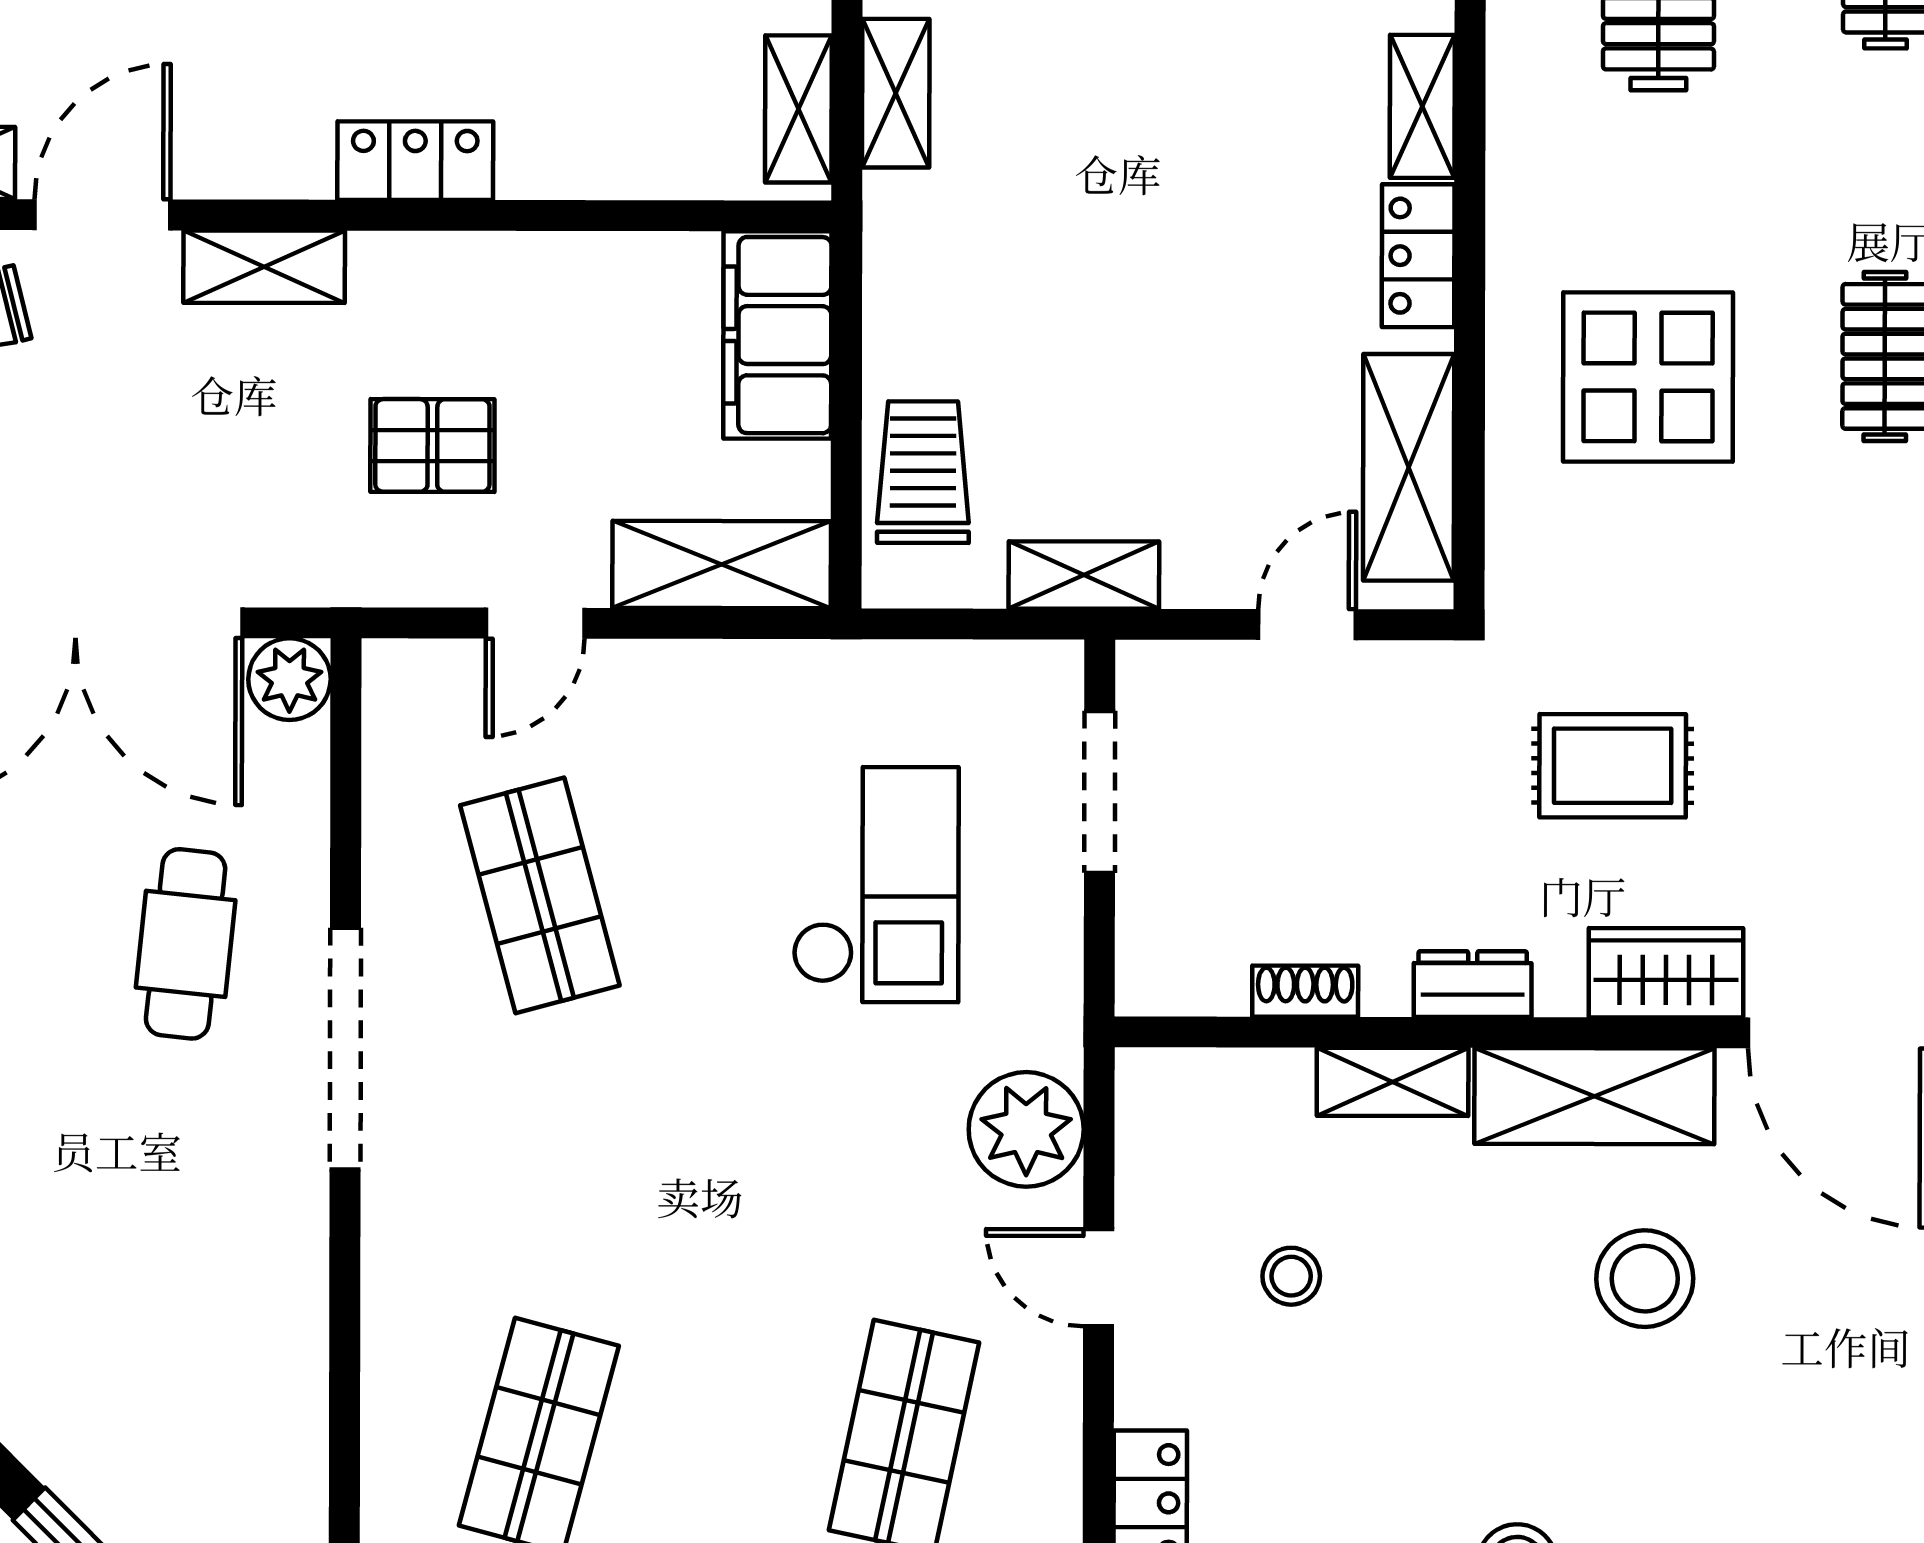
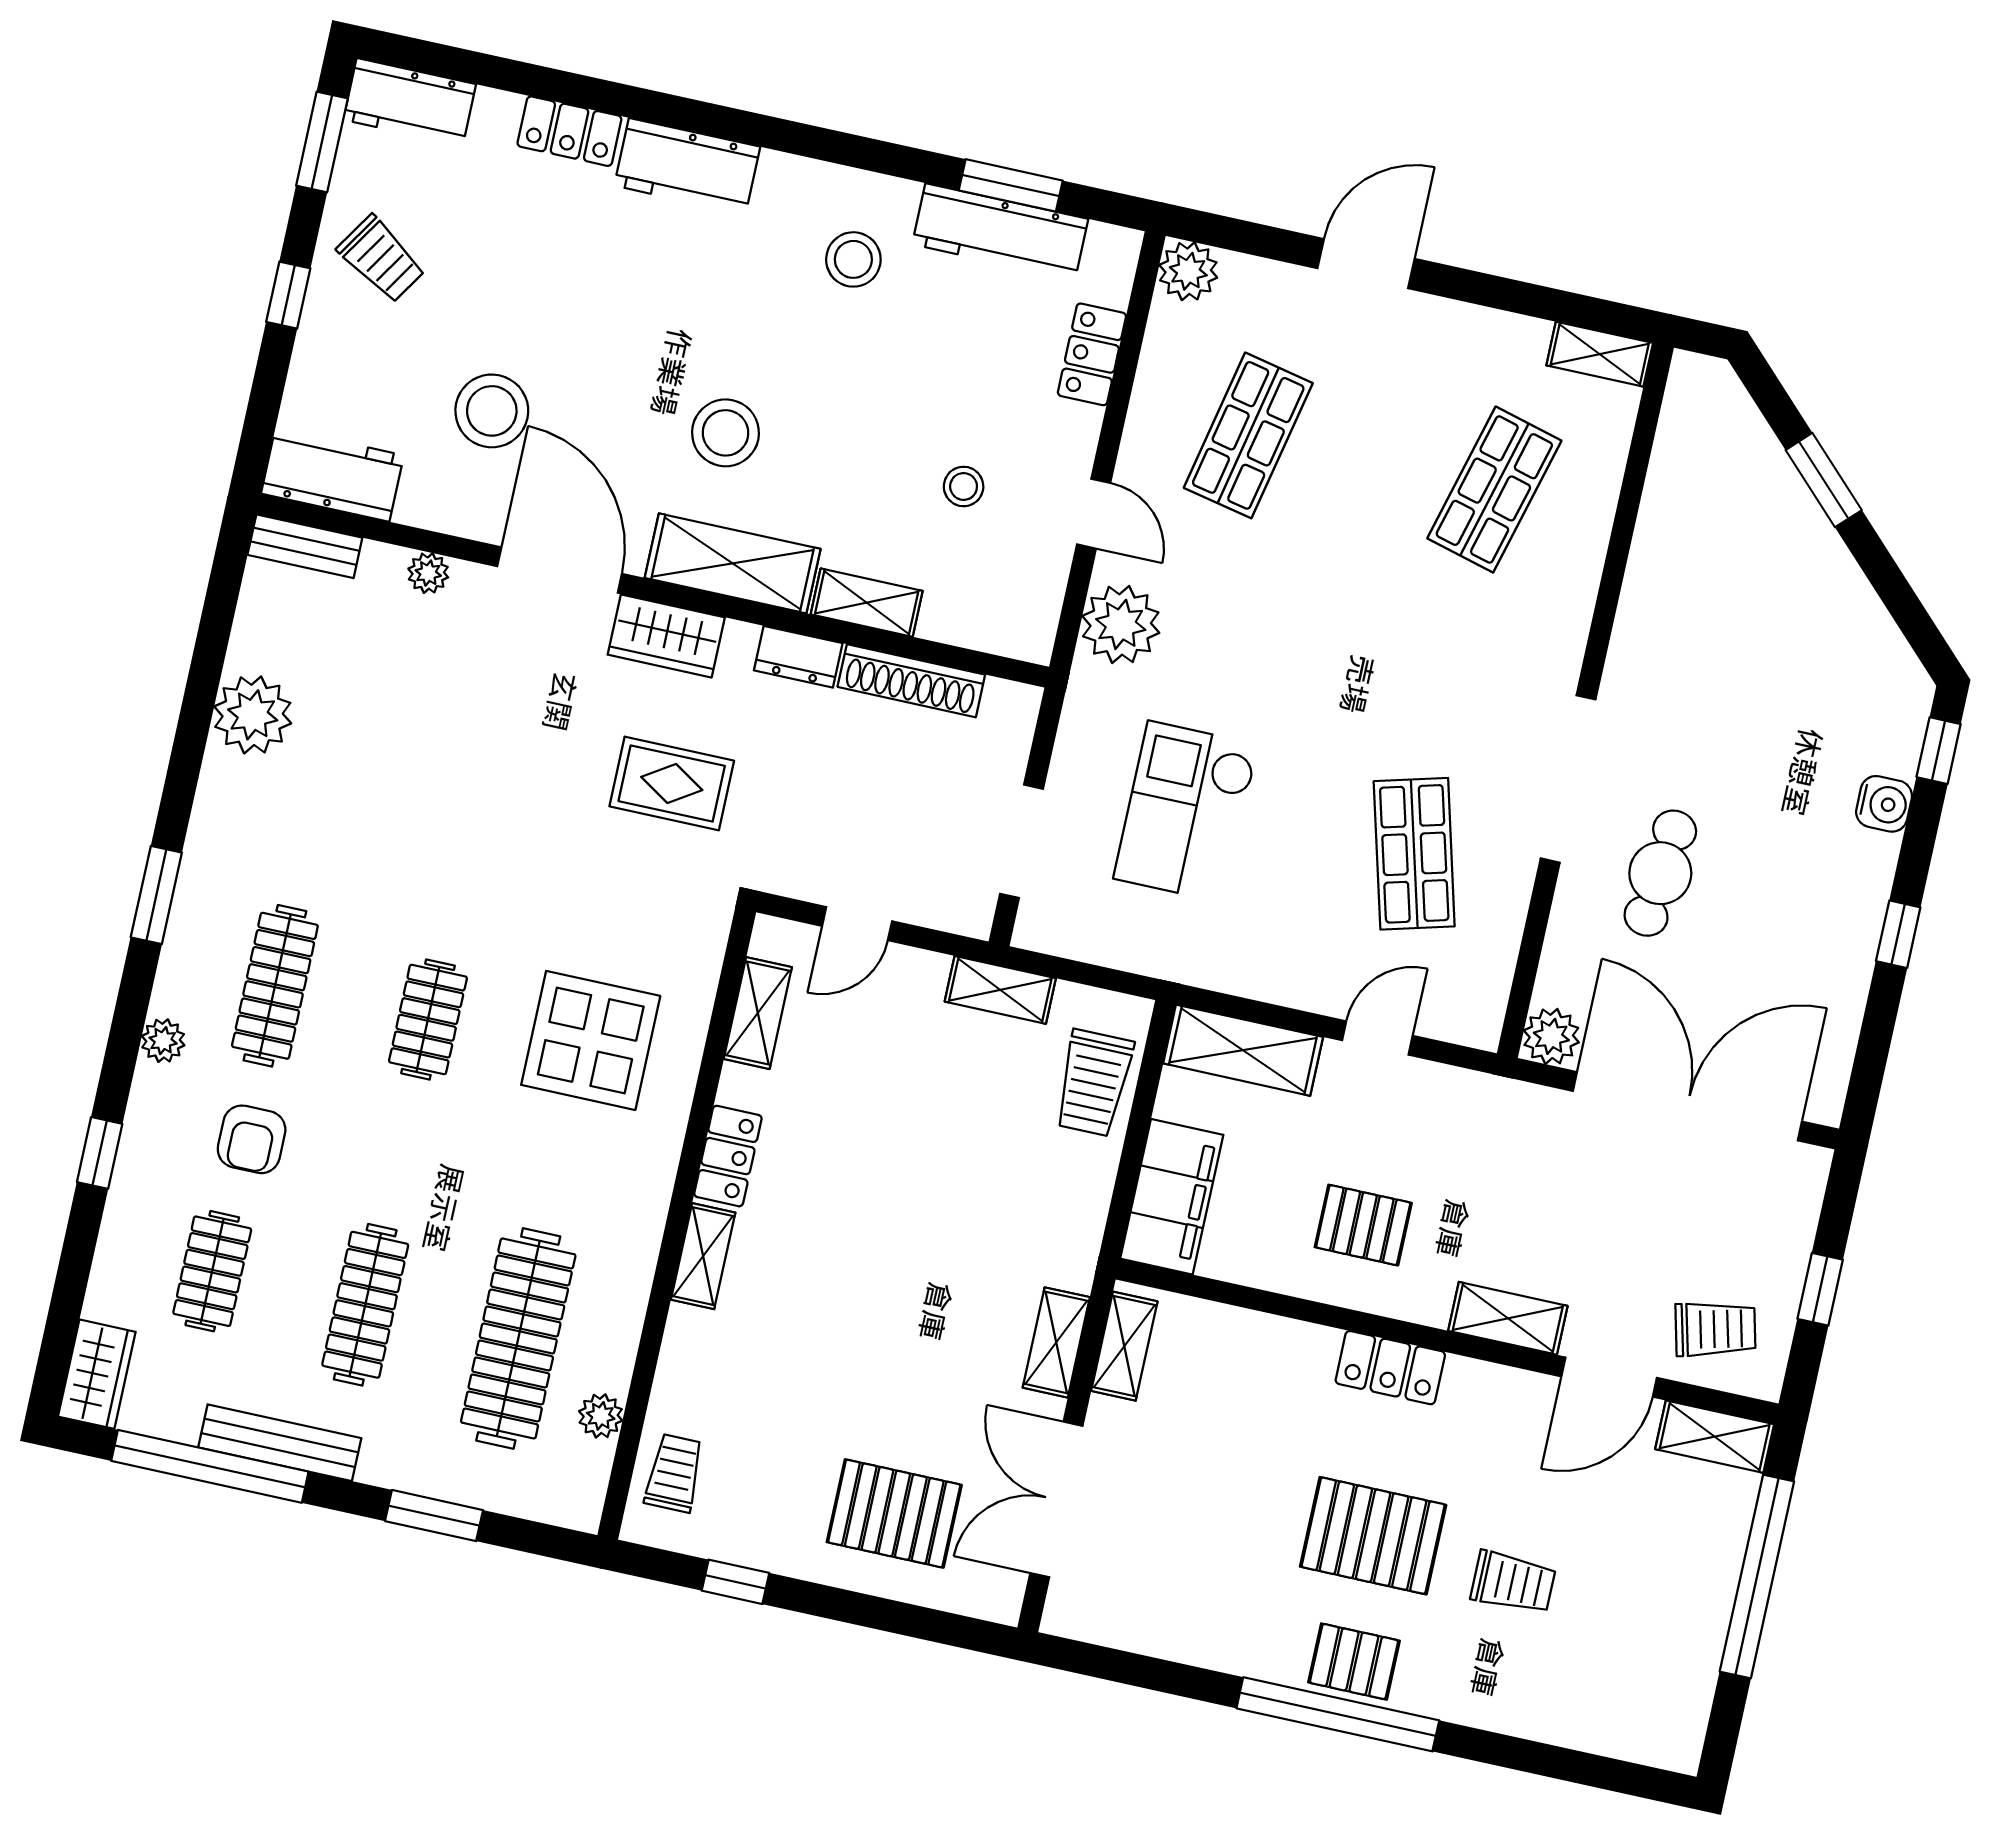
pallet: (432, 445) -> (1363, 1225), moved
shelving: (1409, 467) -> (758, 1013), width x0.67, depth x0.75
shoe rack: (1305, 991) -> (911, 681), width x1.94, depth x1.24

